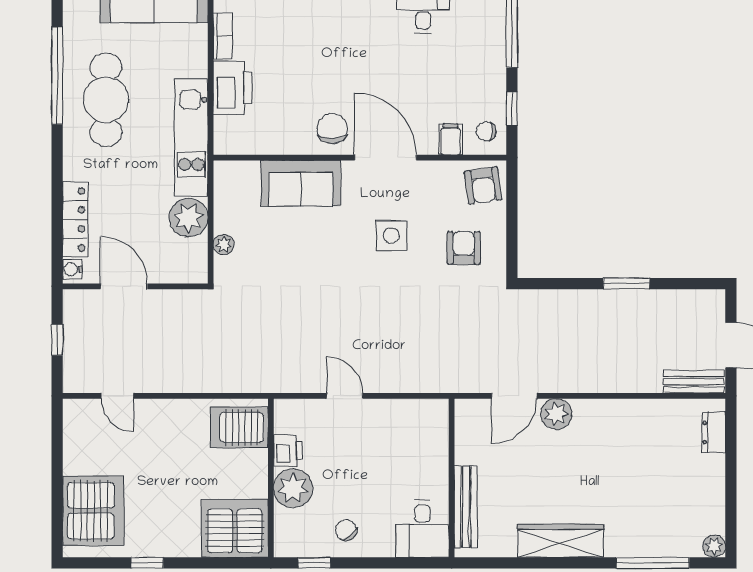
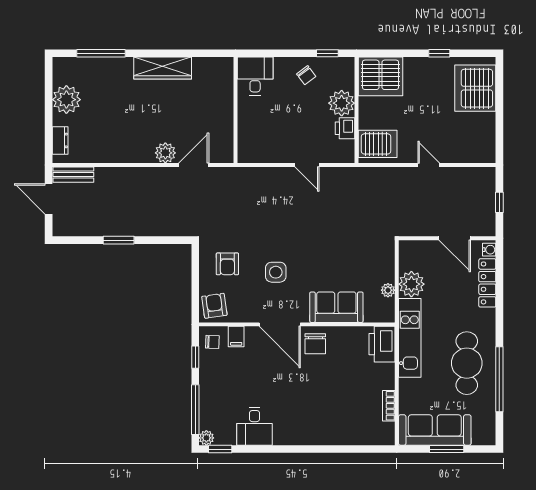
printer: (233, 88) -> (382, 344), moved
plant: (224, 245) -> (388, 290), moved
door: (117, 396) -> (429, 165), moved
bench: (466, 507) -> (226, 91), removed
plant: (714, 546) -> (66, 100), moved, width x1.87, depth x1.87

